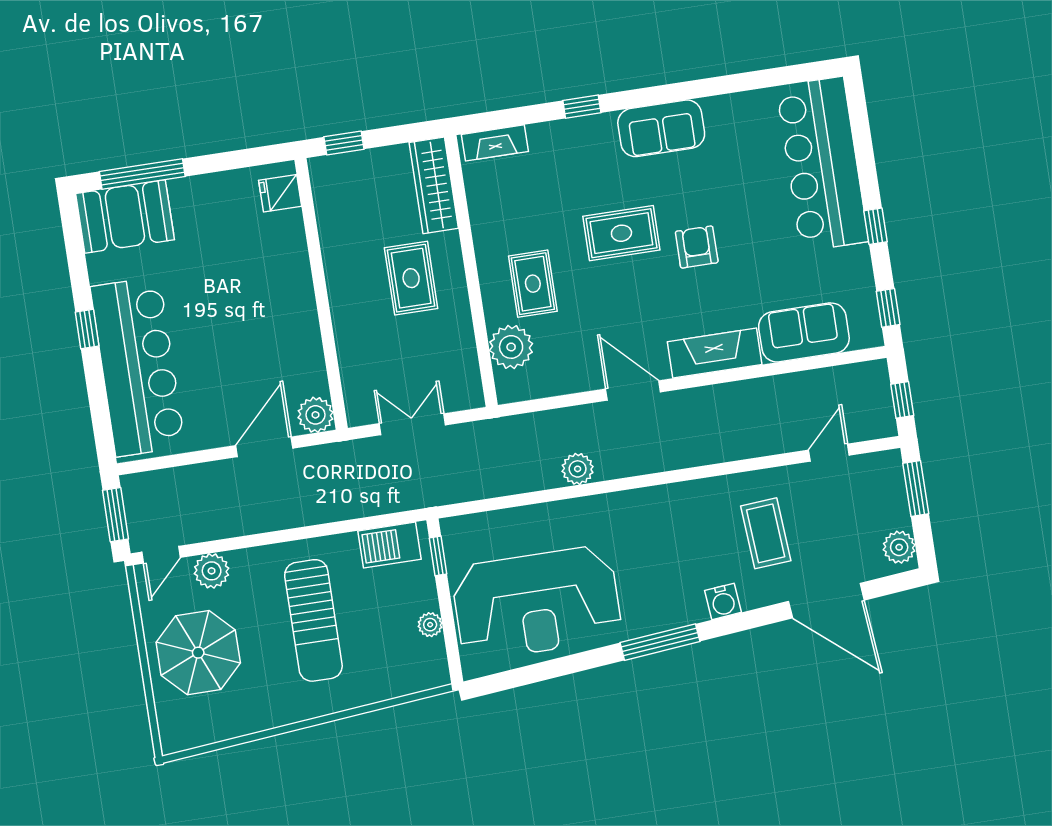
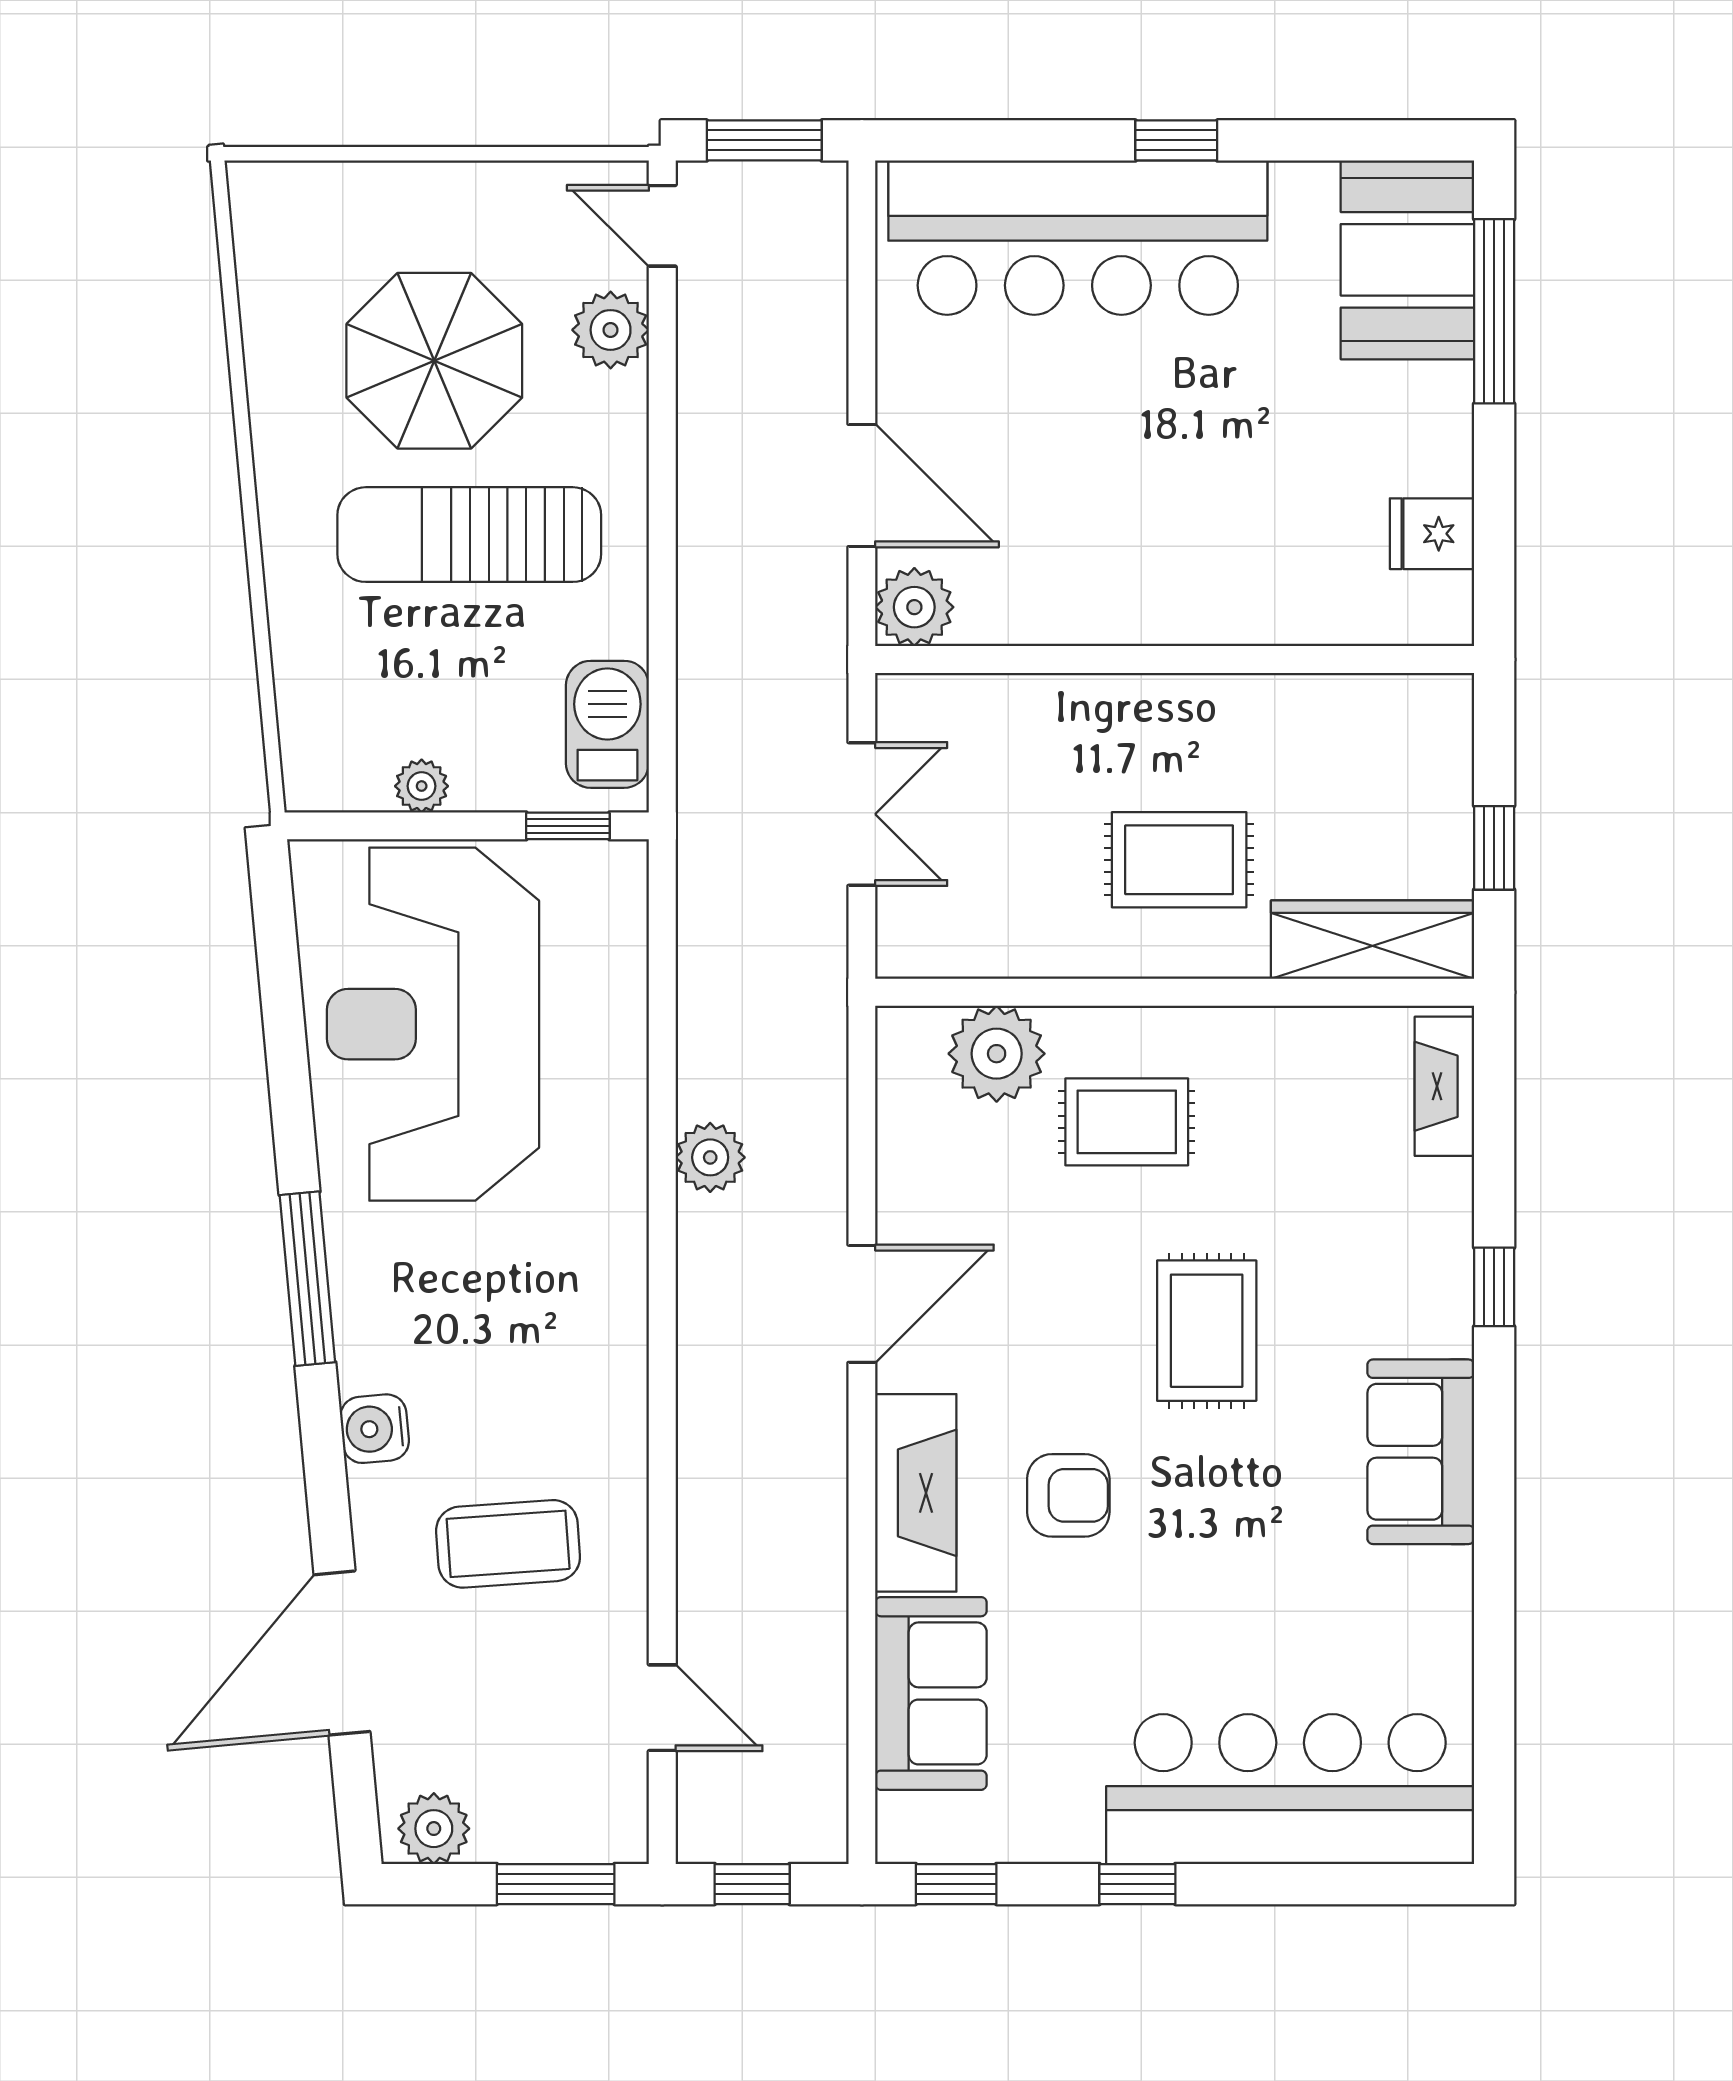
window: (344, 143) -> (1494, 848), moved
fridge: (280, 193) -> (1432, 534), moved, turned -90
armchair: (697, 247) -> (1068, 1495), moved
parasol: (198, 653) -> (434, 361), moved

